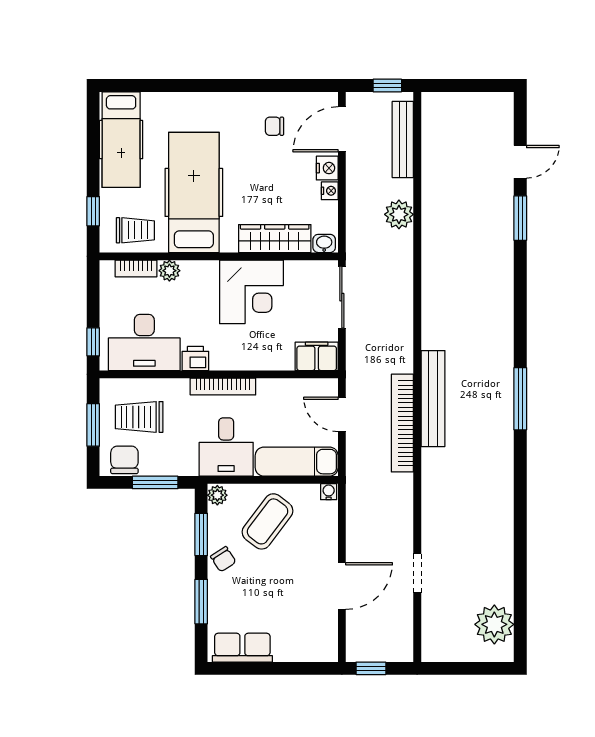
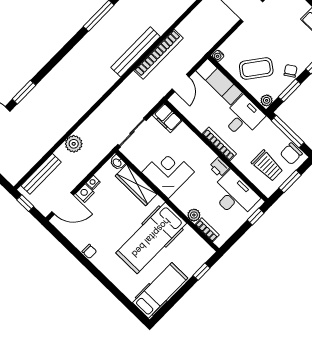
chair: (274, 126) -> (89, 251), moved
trolley: (135, 230) -> (192, 246), removed
window: (155, 482) -> (288, 131), width x1.44

